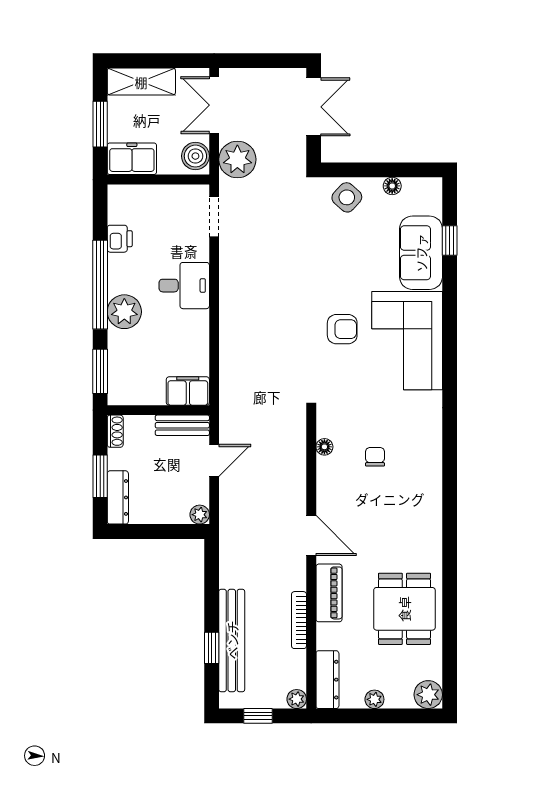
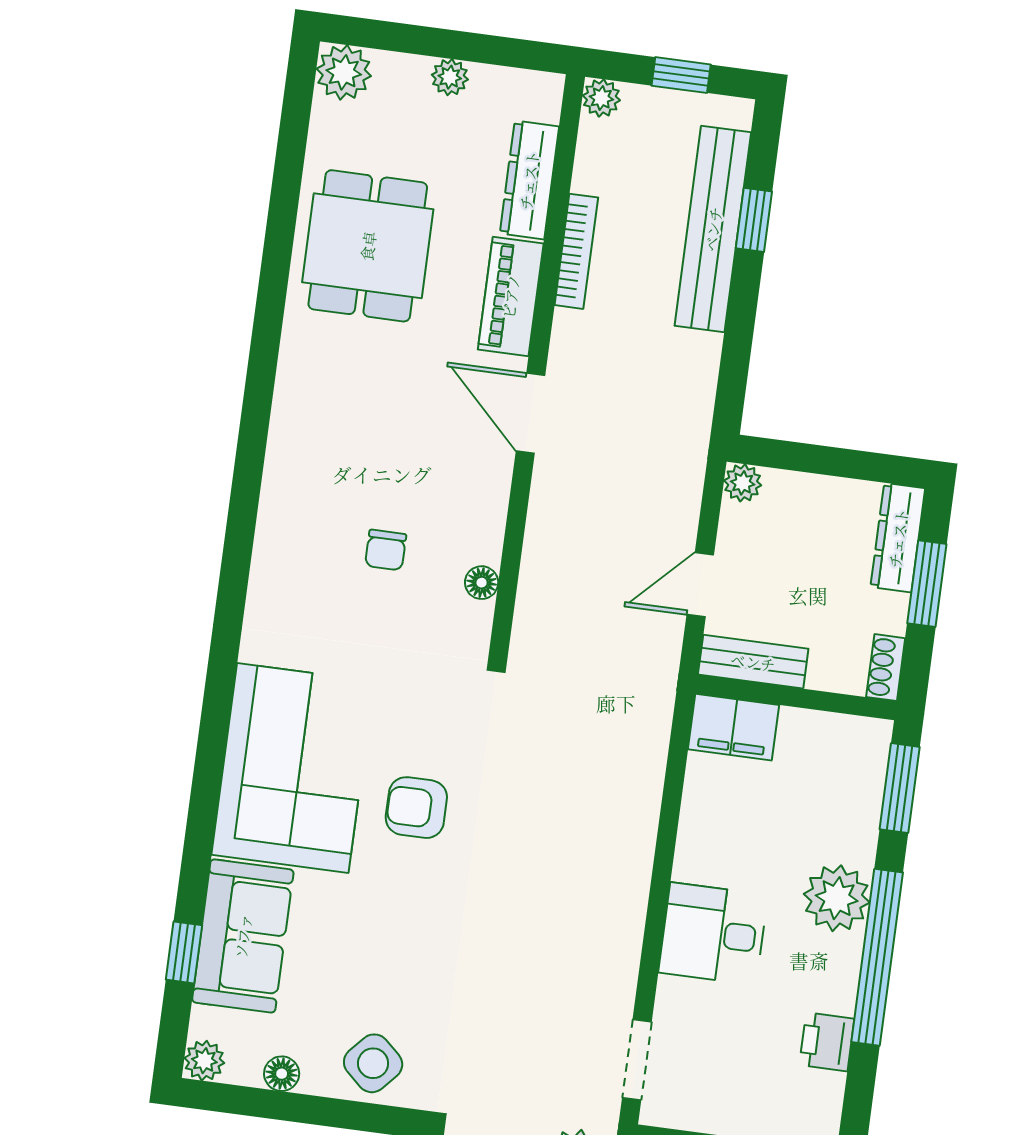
plant: (432, 187) -> (204, 1061), added
dresser: (327, 680) -> (529, 180), moved

